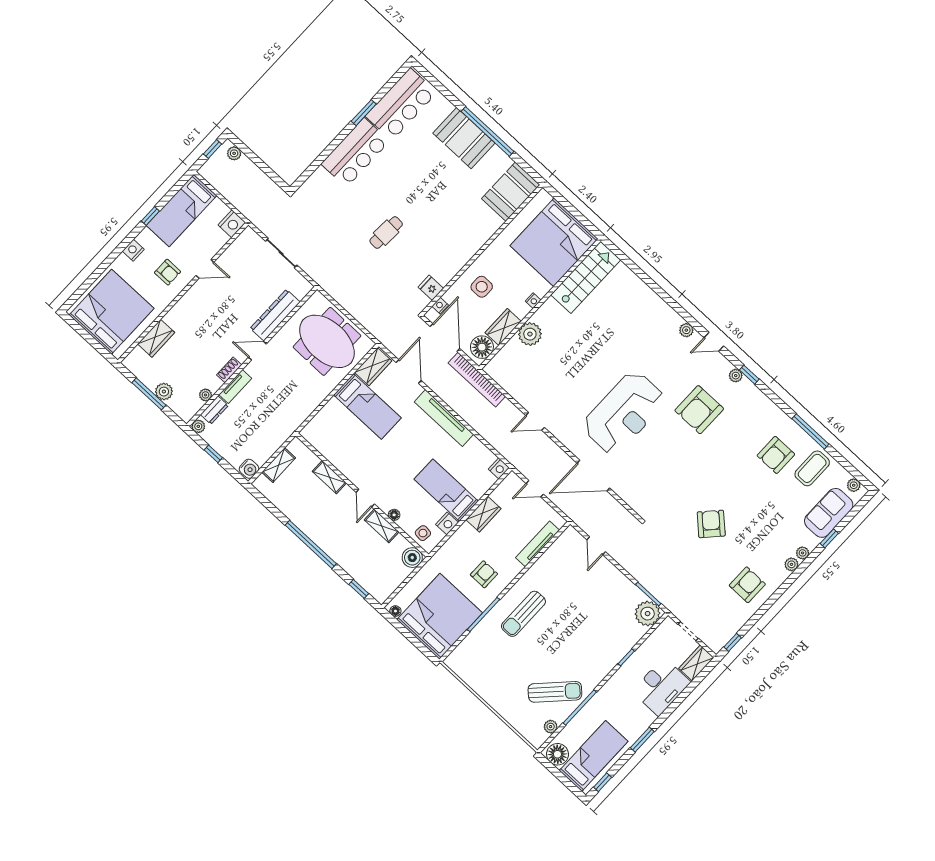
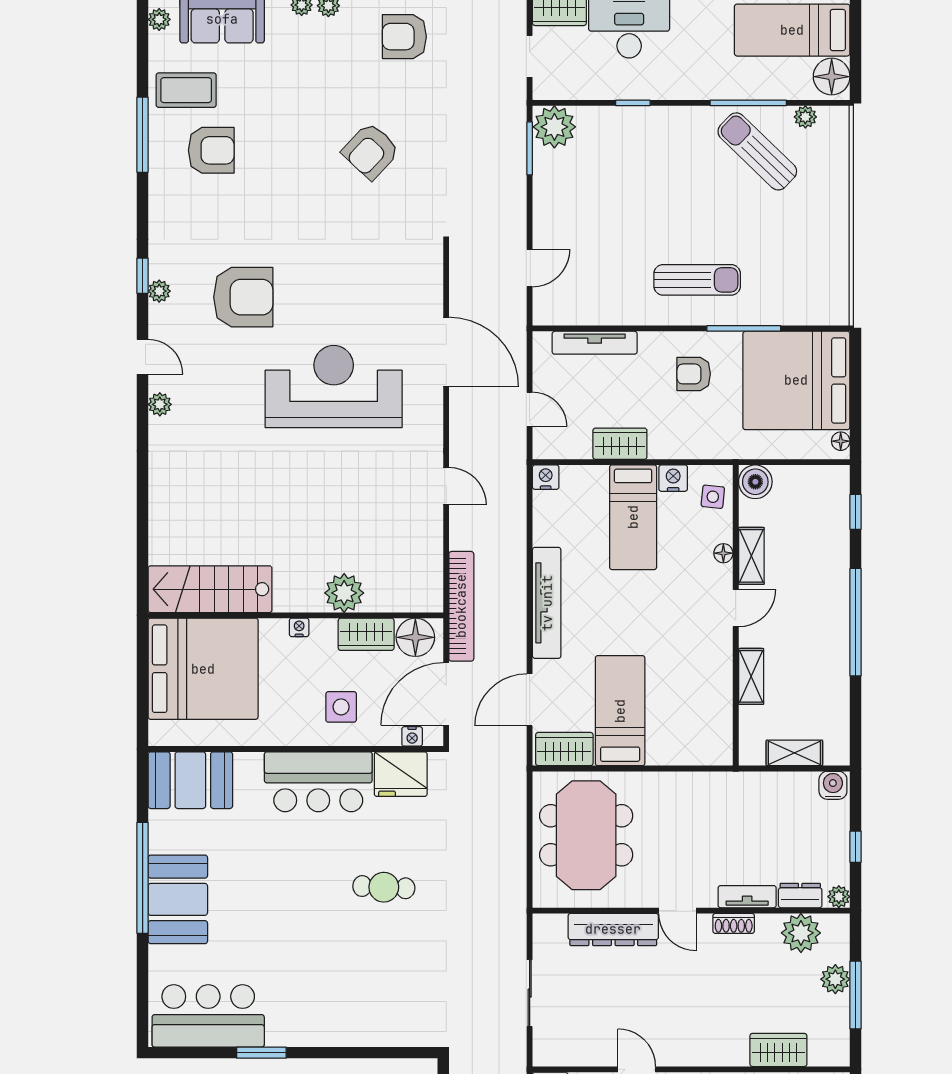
bar counter: (355, 153) -> (318, 782), moved, turned 180
fridge: (431, 288) -> (401, 774), width x1.88, depth x1.34
plant: (206, 395) -> (801, 933), width x1.87, depth x1.87

